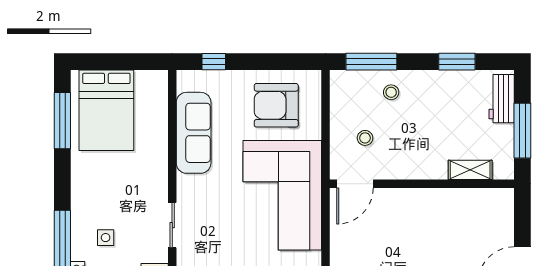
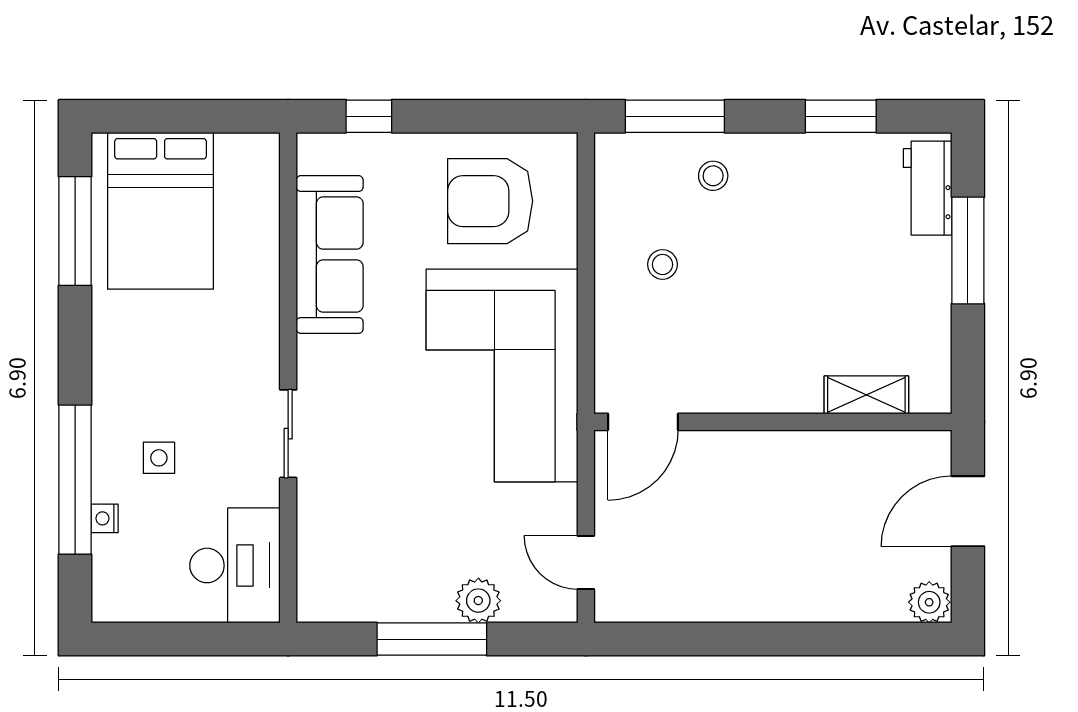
shelving: (470, 170) -> (866, 395), moved
door: (355, 184) -> (643, 422), moved
wall: (422, 184) -> (773, 422), moved

